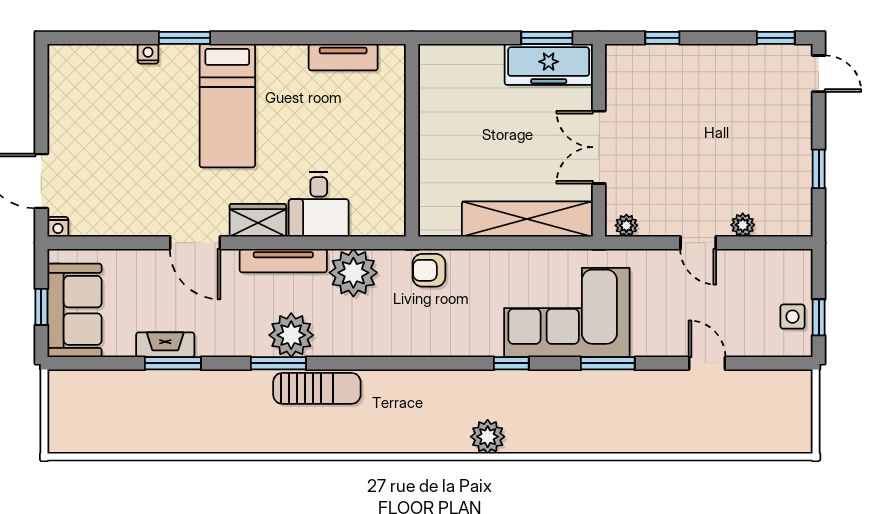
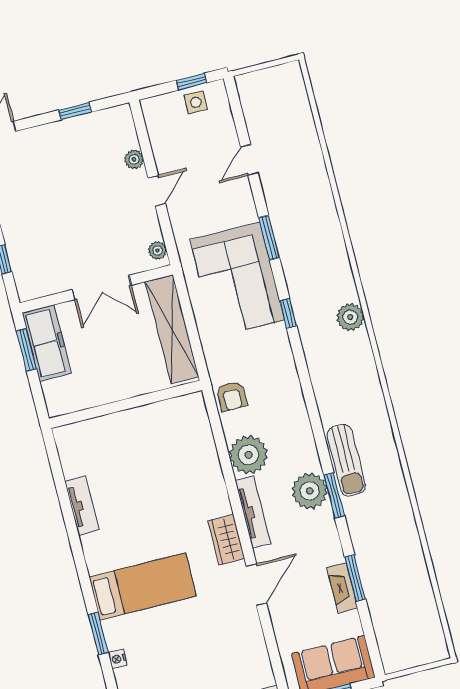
wall: (412, 140) -> (126, 404), moved
desk: (319, 204) -> (202, 495), removed
sun lounger: (317, 388) -> (346, 460), turned 180

